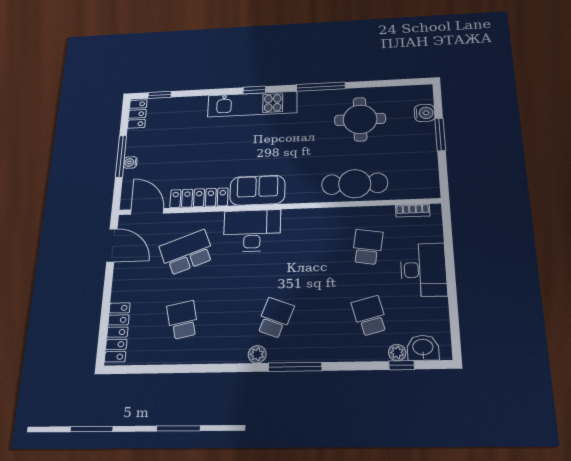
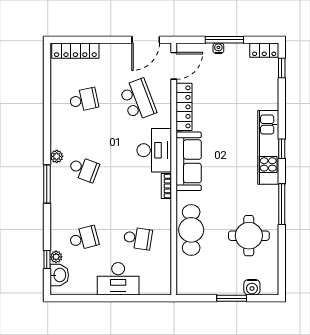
sofa: (257, 190) -> (189, 161), width x1.36
bookcase: (413, 211) -> (166, 186), moved

